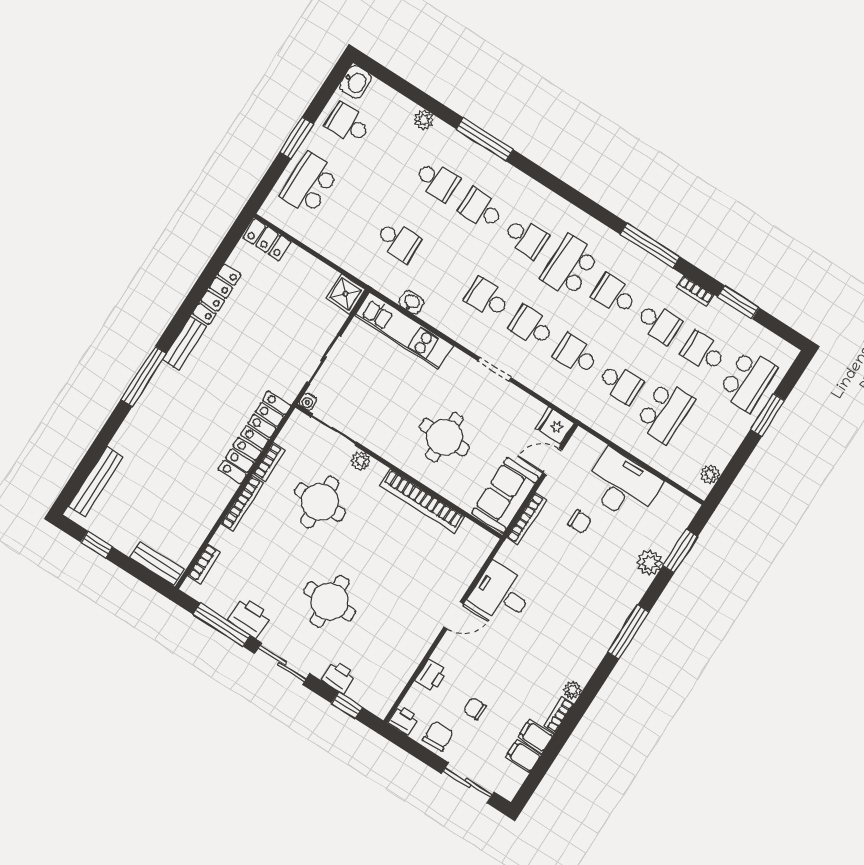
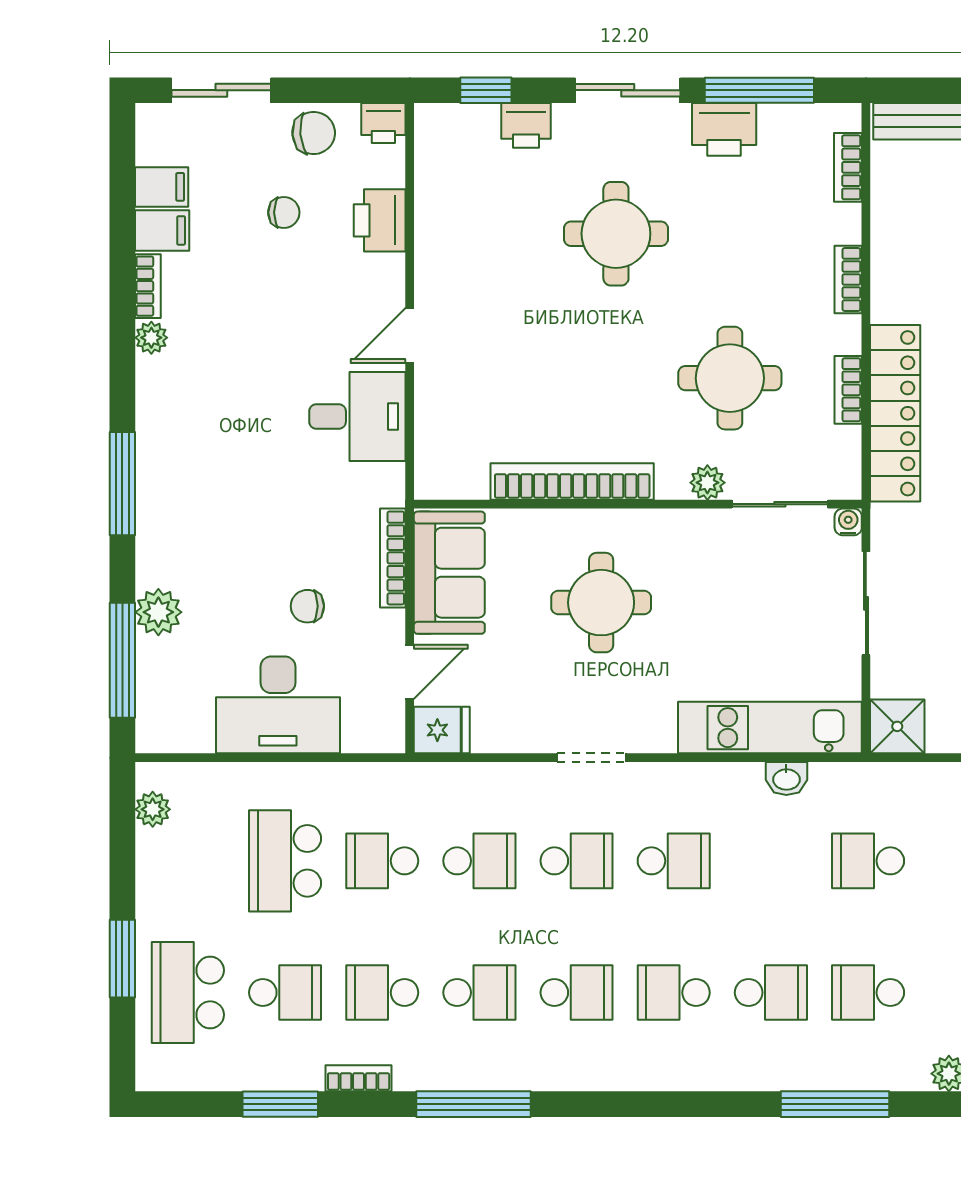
school desk: (570, 266) -> (577, 993), width x0.54
bookcase: (242, 504) -> (848, 279), width x0.64
window: (680, 551) -> (122, 660), width x1.44
printer: (431, 675) -> (380, 220), width x1.36, depth x1.24
chair: (438, 736) -> (314, 133), turned -94

